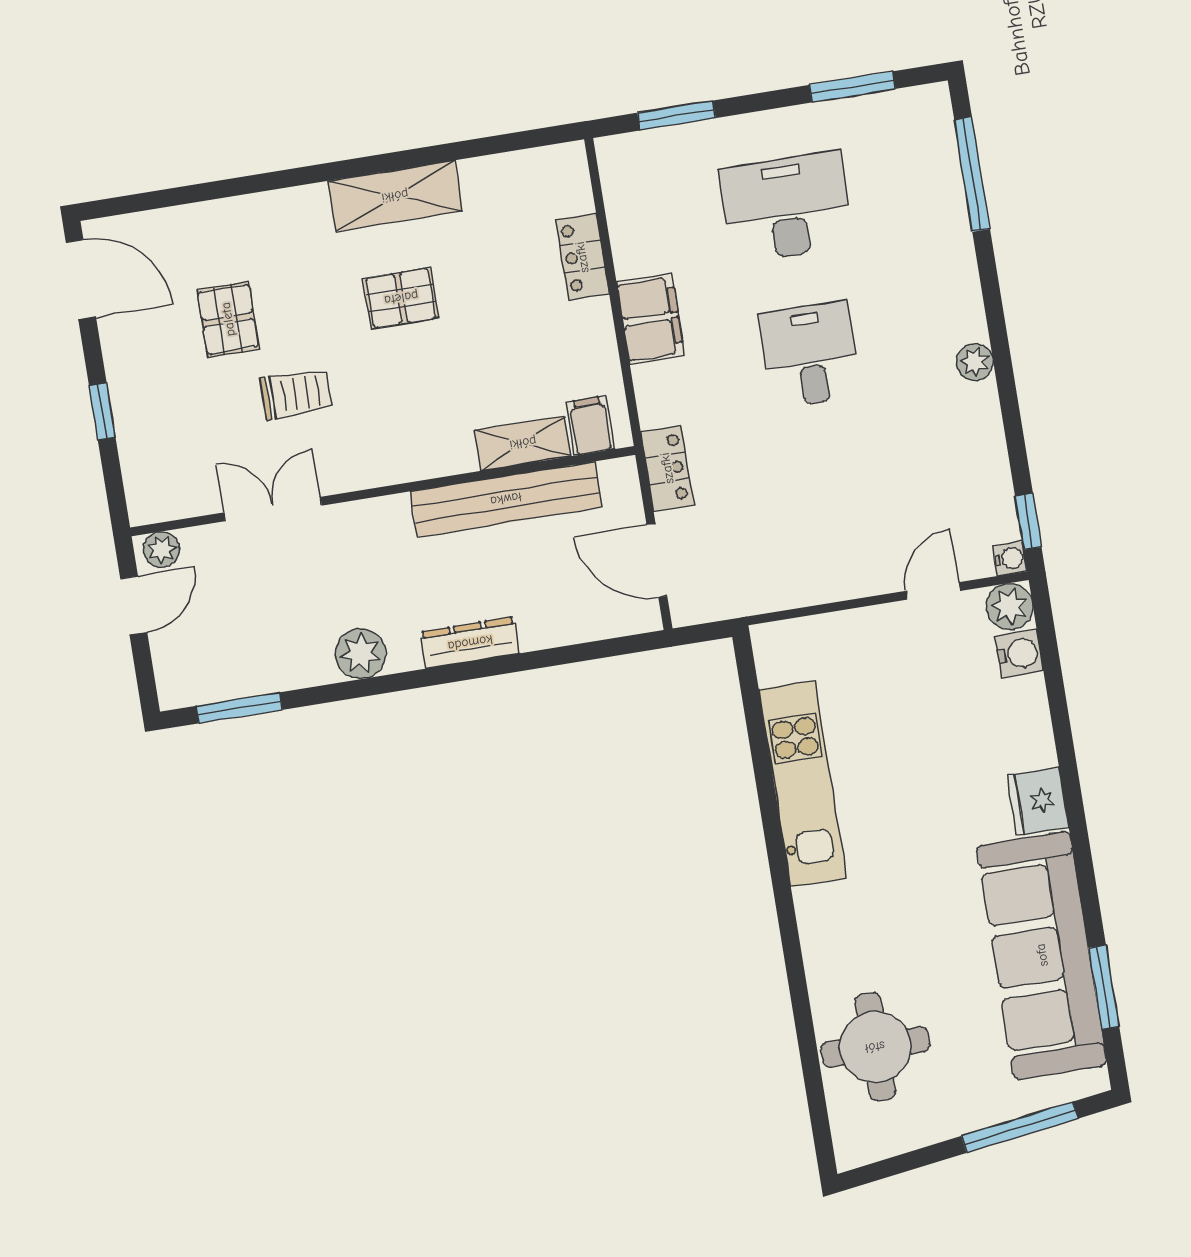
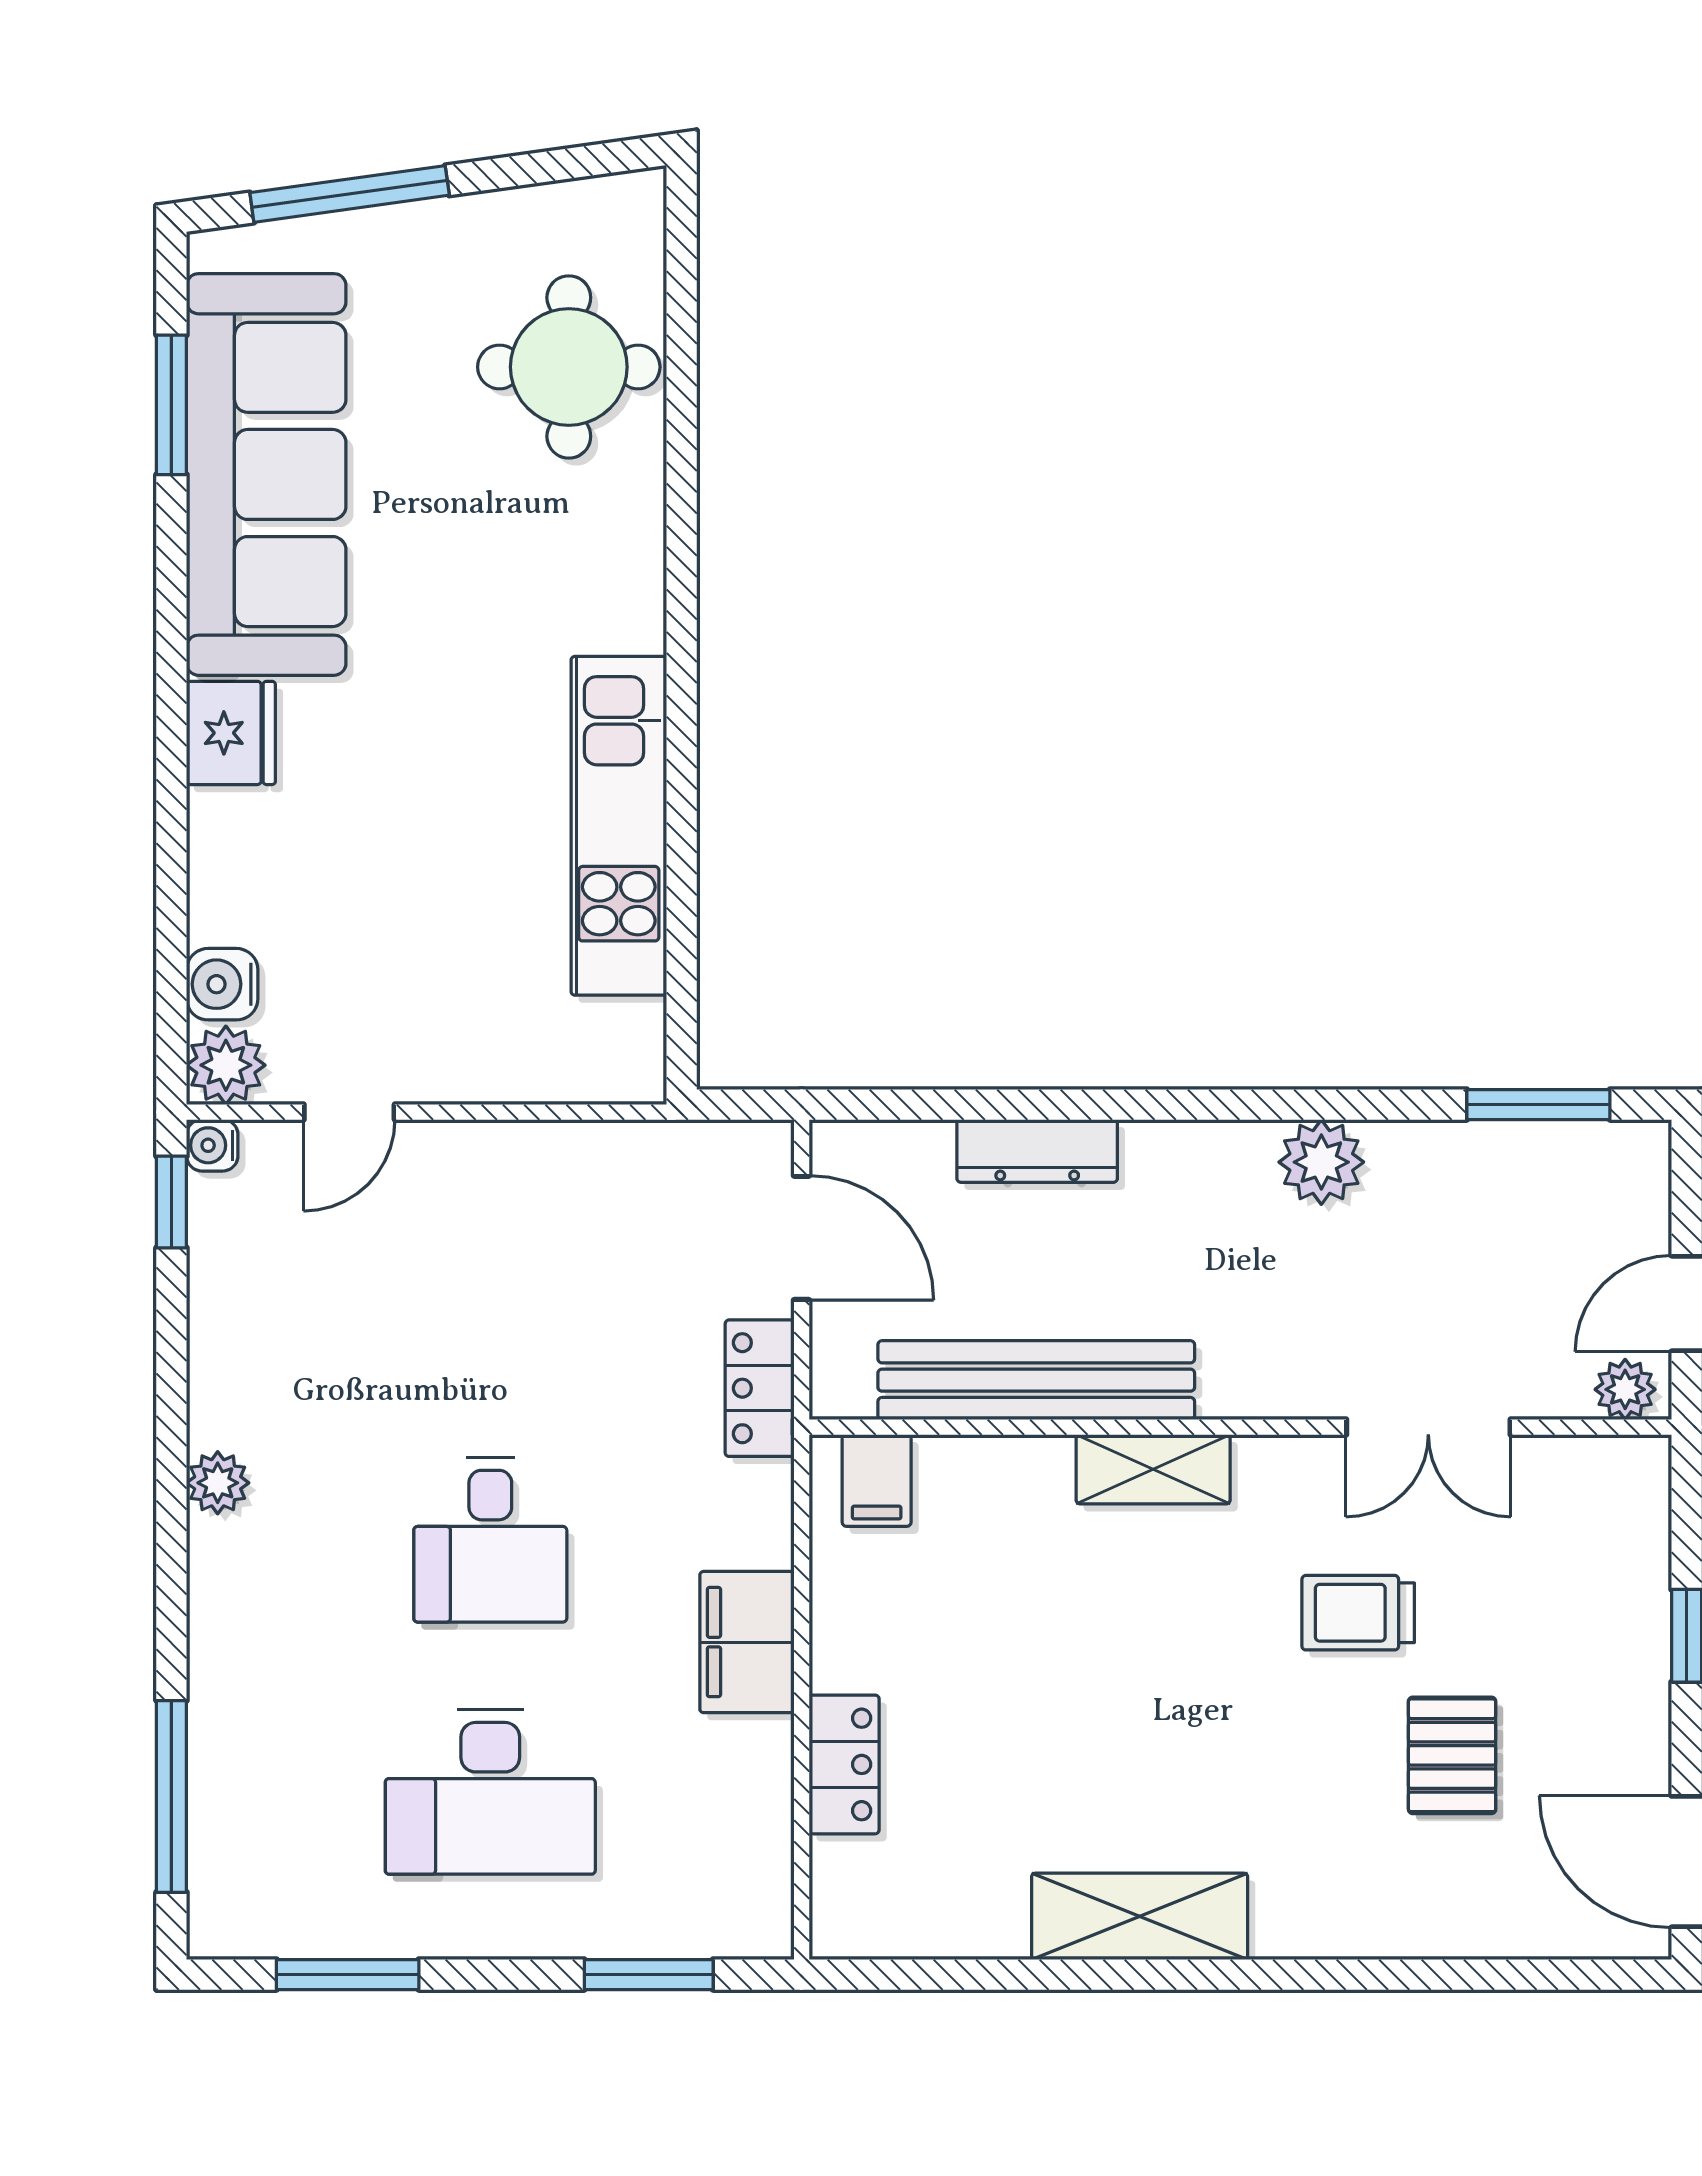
pallet: (401, 298) -> (1158, 1744), removed
shelving: (523, 443) -> (1153, 1469), moved
dresser: (470, 643) -> (1037, 1151), moved

